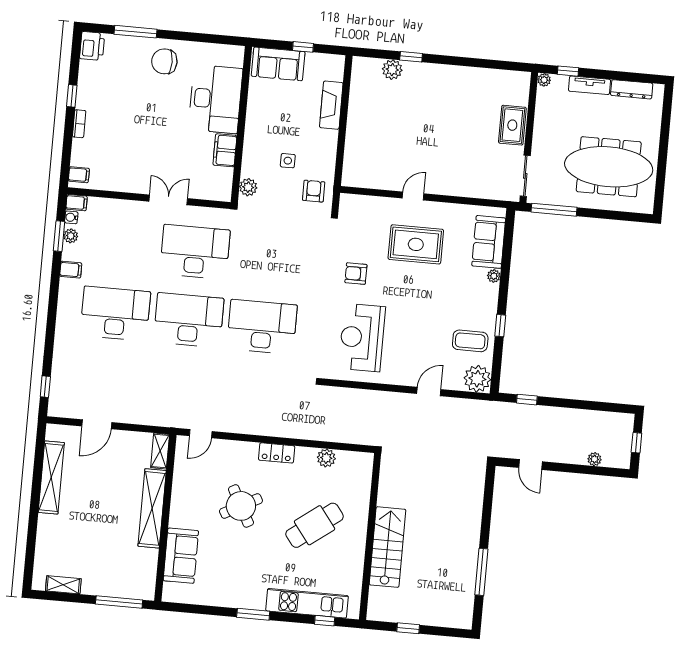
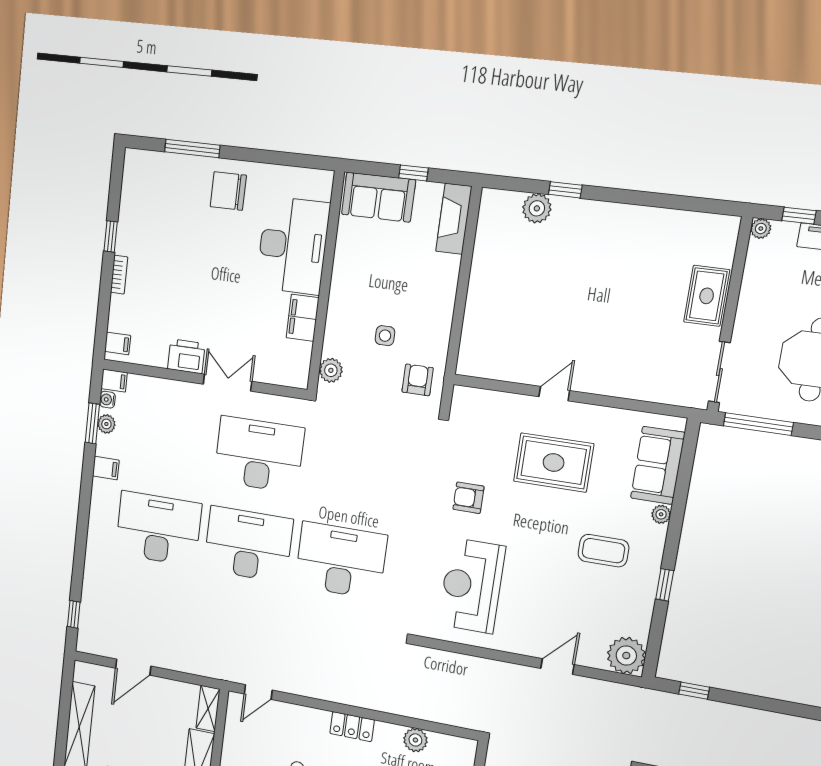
printer: (92, 46) -> (186, 356), moved, turned -90
fireplace: (331, 105) -> (454, 219), moved
coffee table: (470, 341) -> (603, 551), moved

